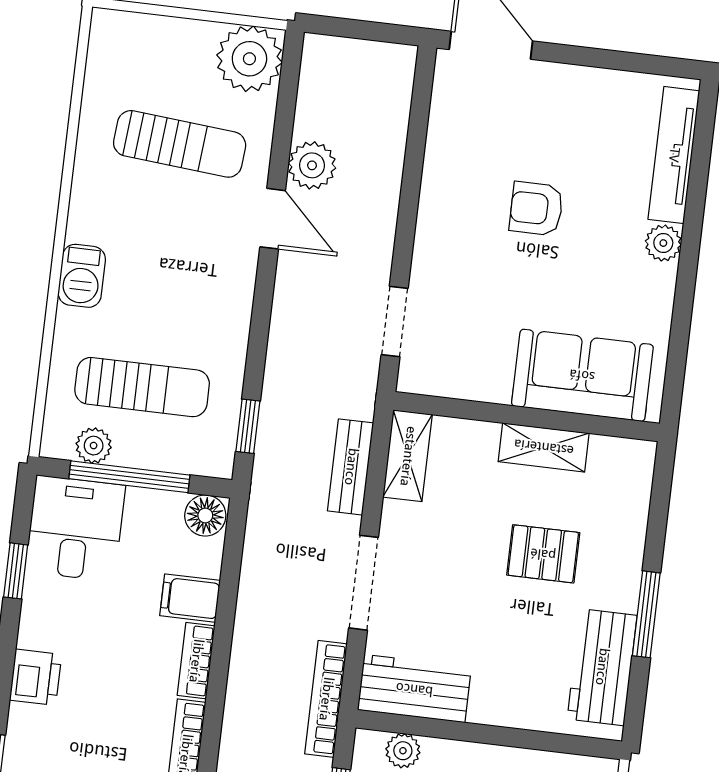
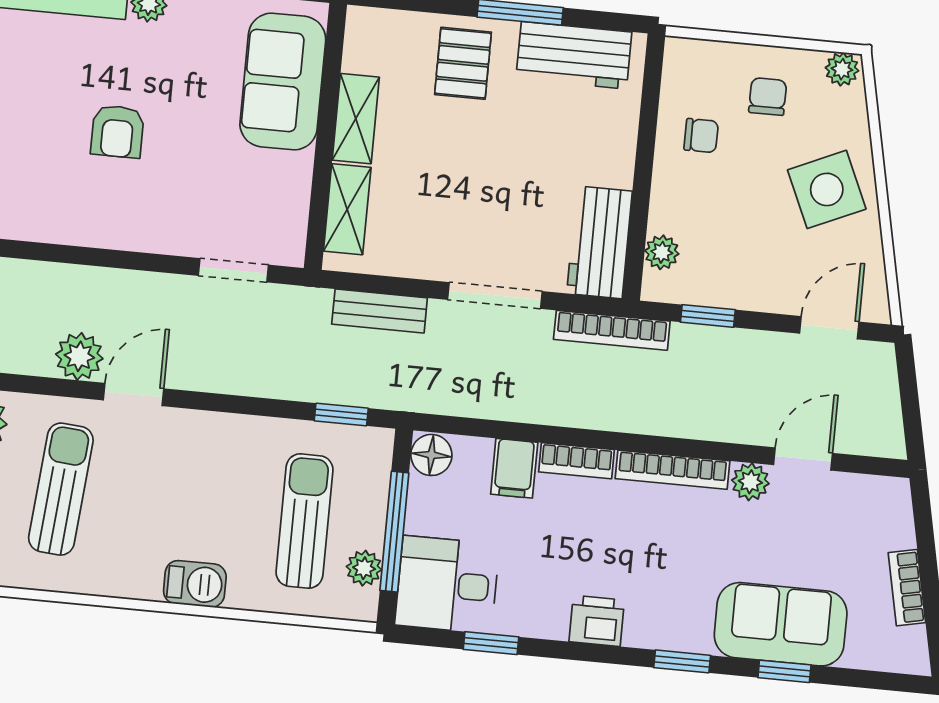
shelving: (408, 456) -> (347, 209), moved, turned 90
pallet: (543, 554) -> (463, 63), moved

